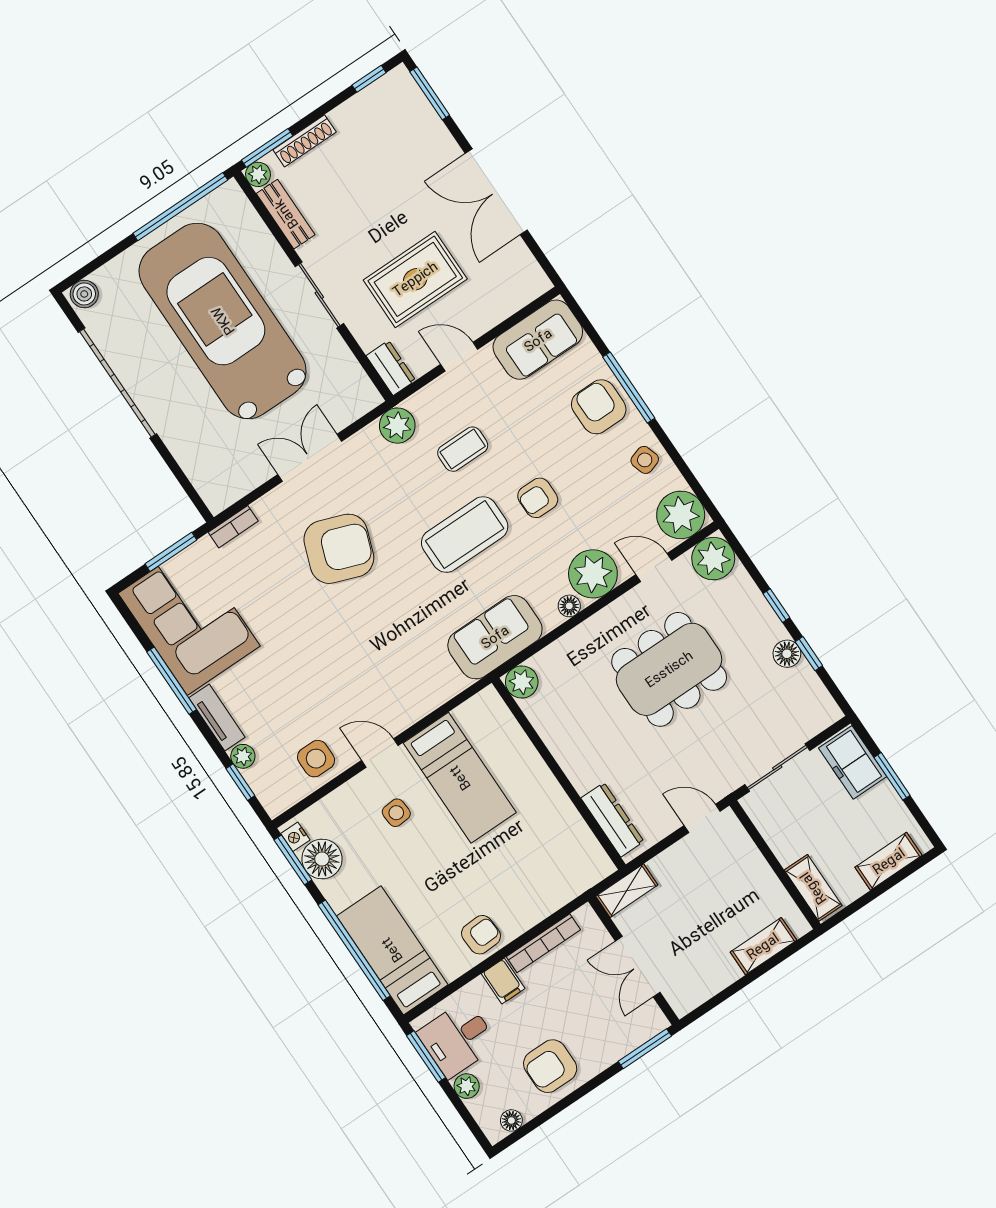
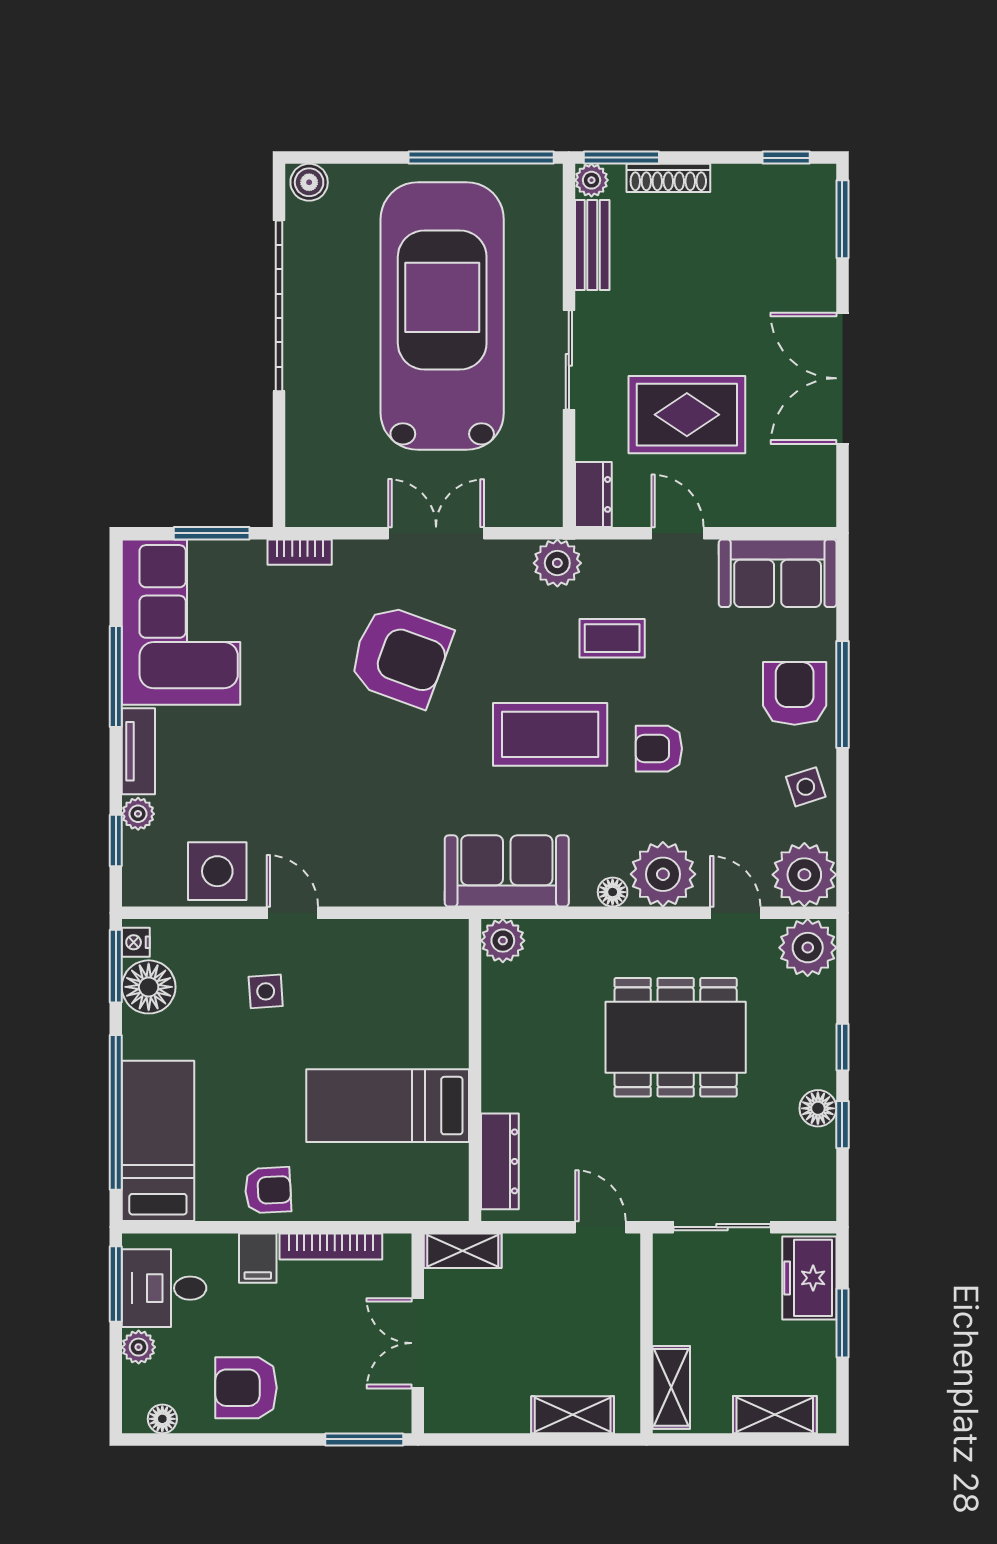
side table: (316, 759) -> (217, 871), width x1.37, depth x1.37
bed: (460, 778) -> (388, 1106), moved, turned 90

